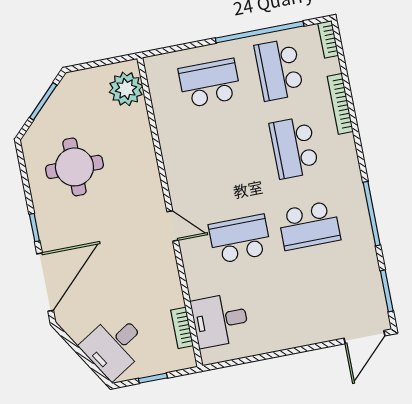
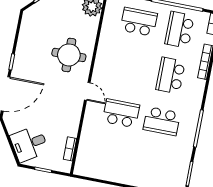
round table: (74, 167) -> (69, 55), moved
desk: (220, 320) -> (92, 153), removed

